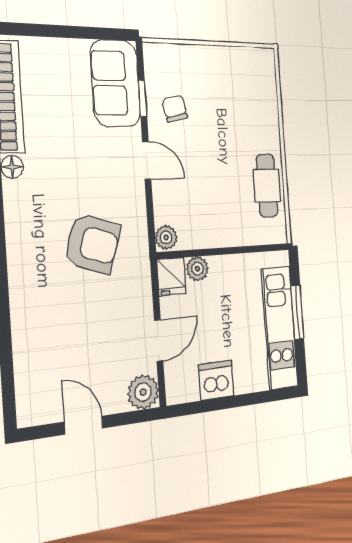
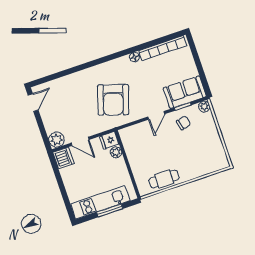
plant: (166, 237) -> (204, 107), moved
armchair: (92, 244) -> (113, 100), width x1.36, depth x1.36
dishwasher: (216, 380) -> (63, 158), moved
door: (84, 425) -> (33, 103), moved

